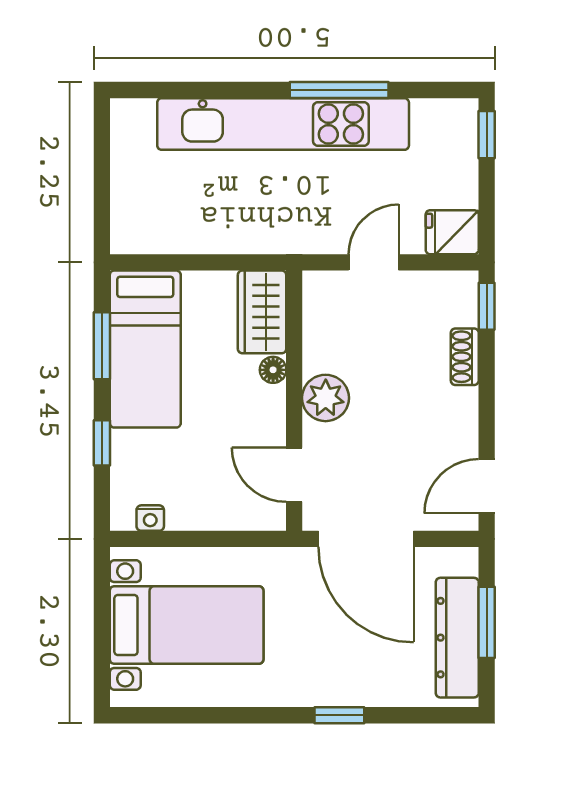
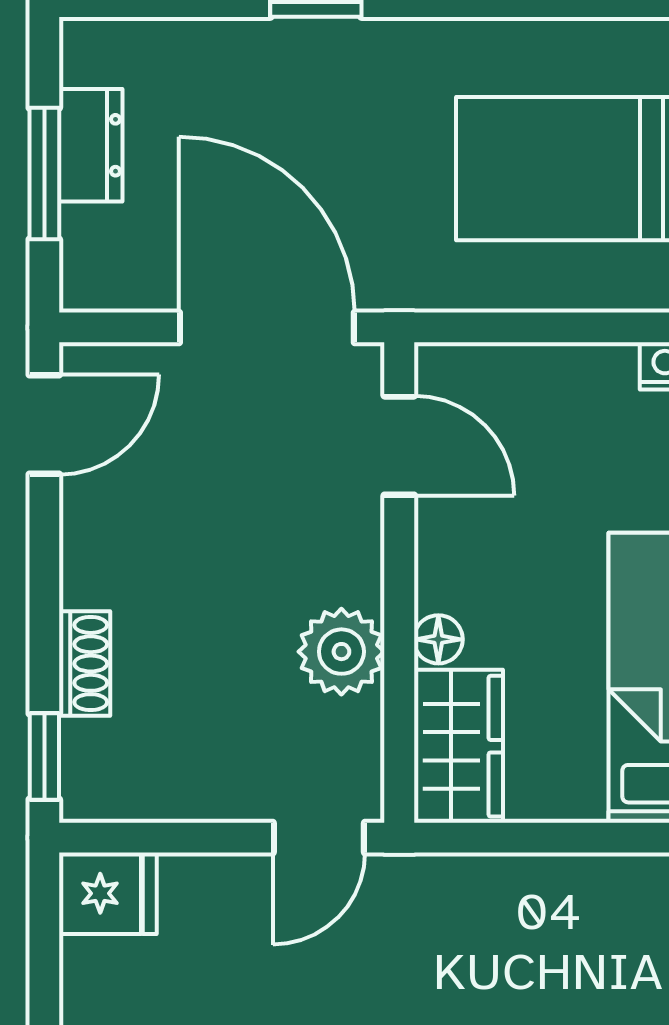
door: (374, 262) -> (319, 838), moved
plant: (326, 398) -> (341, 652), moved
dresser: (457, 638) -> (91, 145), width x0.51, depth x0.80

